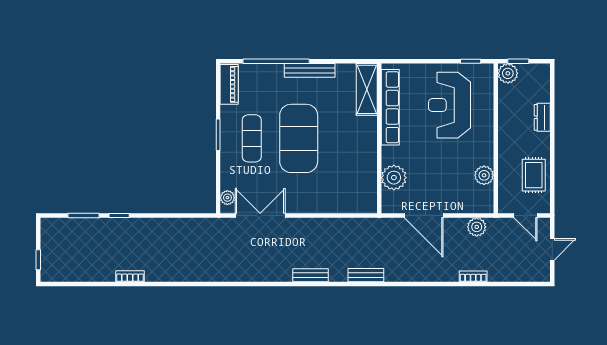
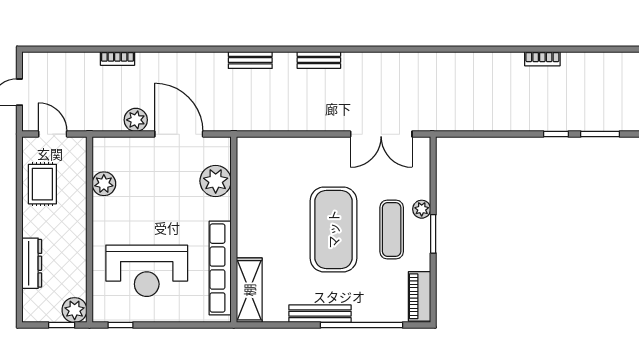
reception desk: (449, 105) -> (147, 271), turned 90
dresser: (542, 117) -> (32, 263), width x1.44
plant: (227, 198) -> (422, 209), moved
plant: (477, 227) -> (136, 120), moved

